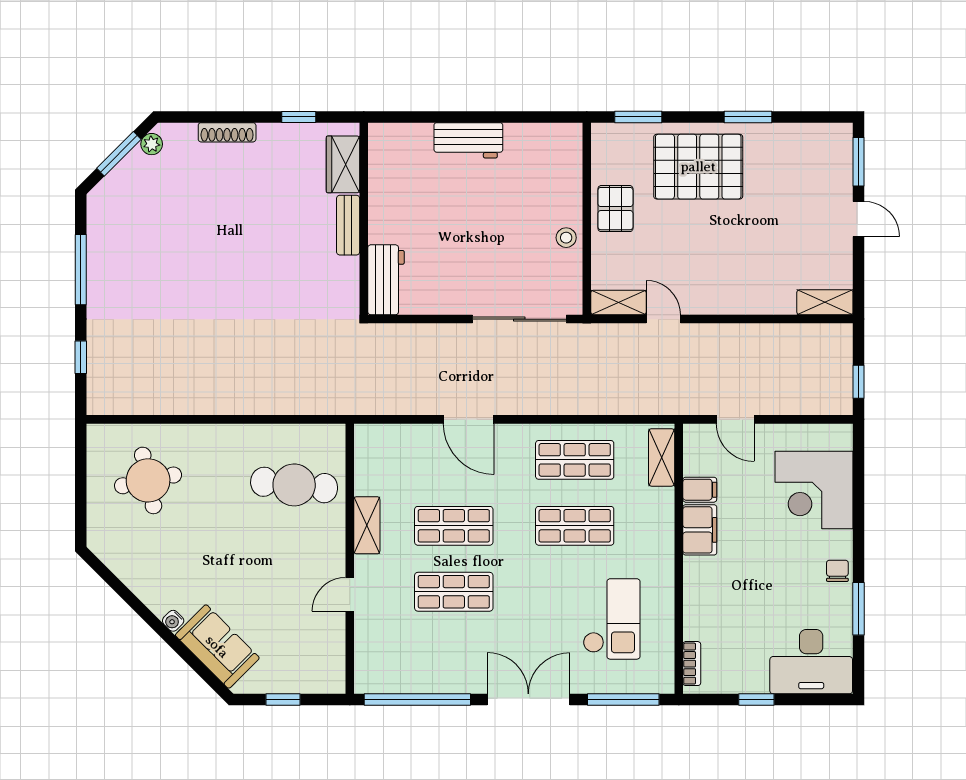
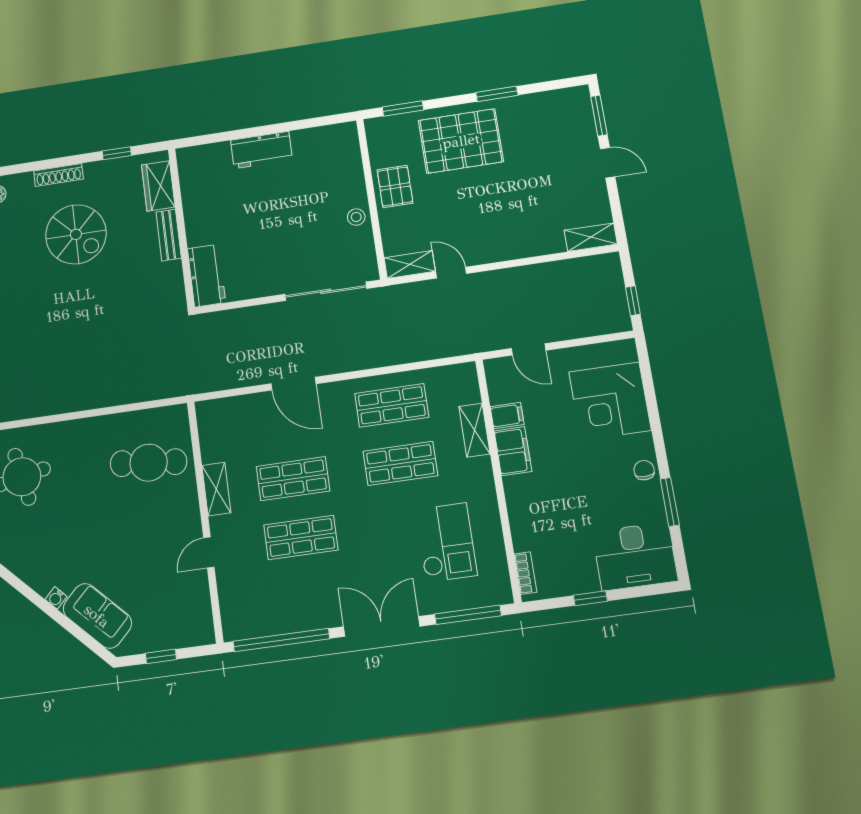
spiral stairs: (240, 207) -> (76, 234), added
shelving: (662, 457) -> (475, 430), moved

